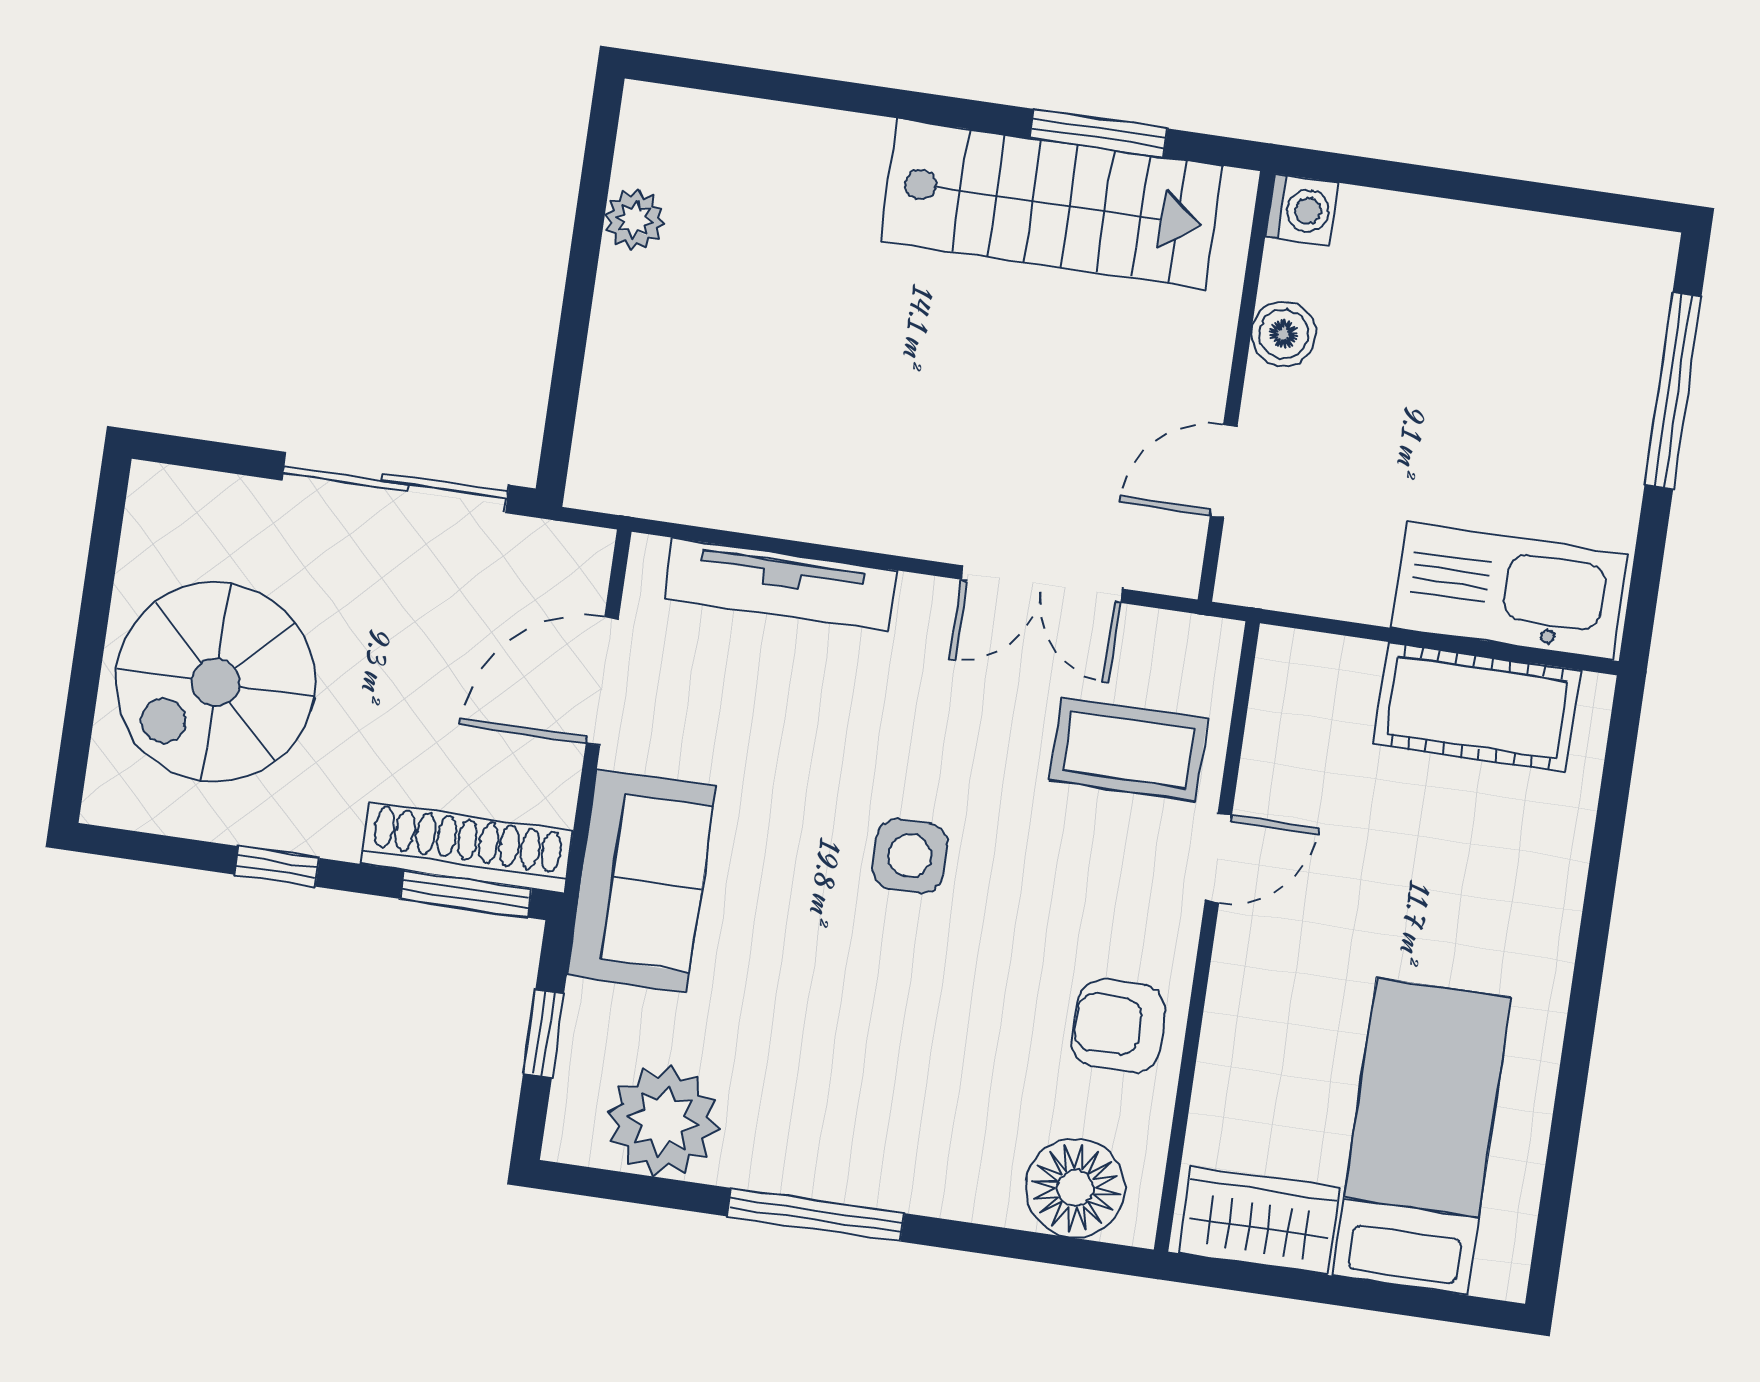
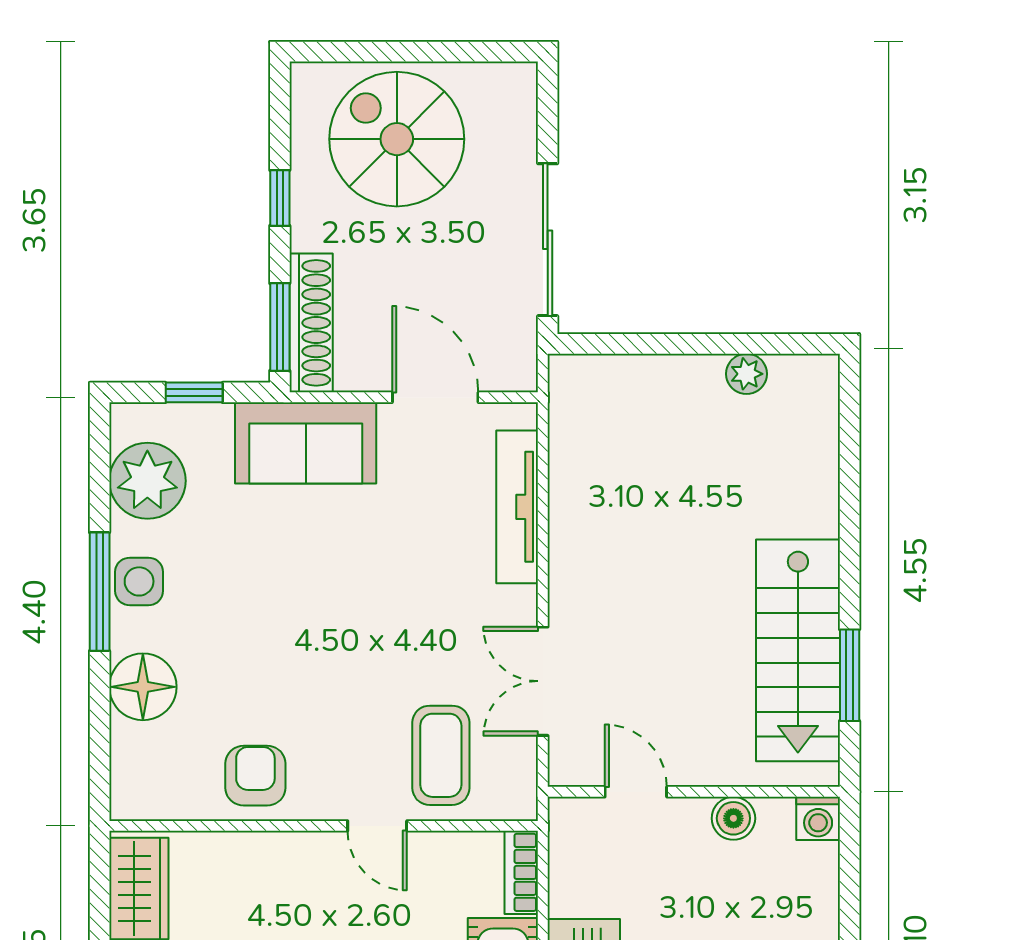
bookcase: (1317, 657) -> (521, 872), added
side table: (910, 856) -> (139, 581), moved
floor lamp: (1075, 1188) -> (143, 687), moved

